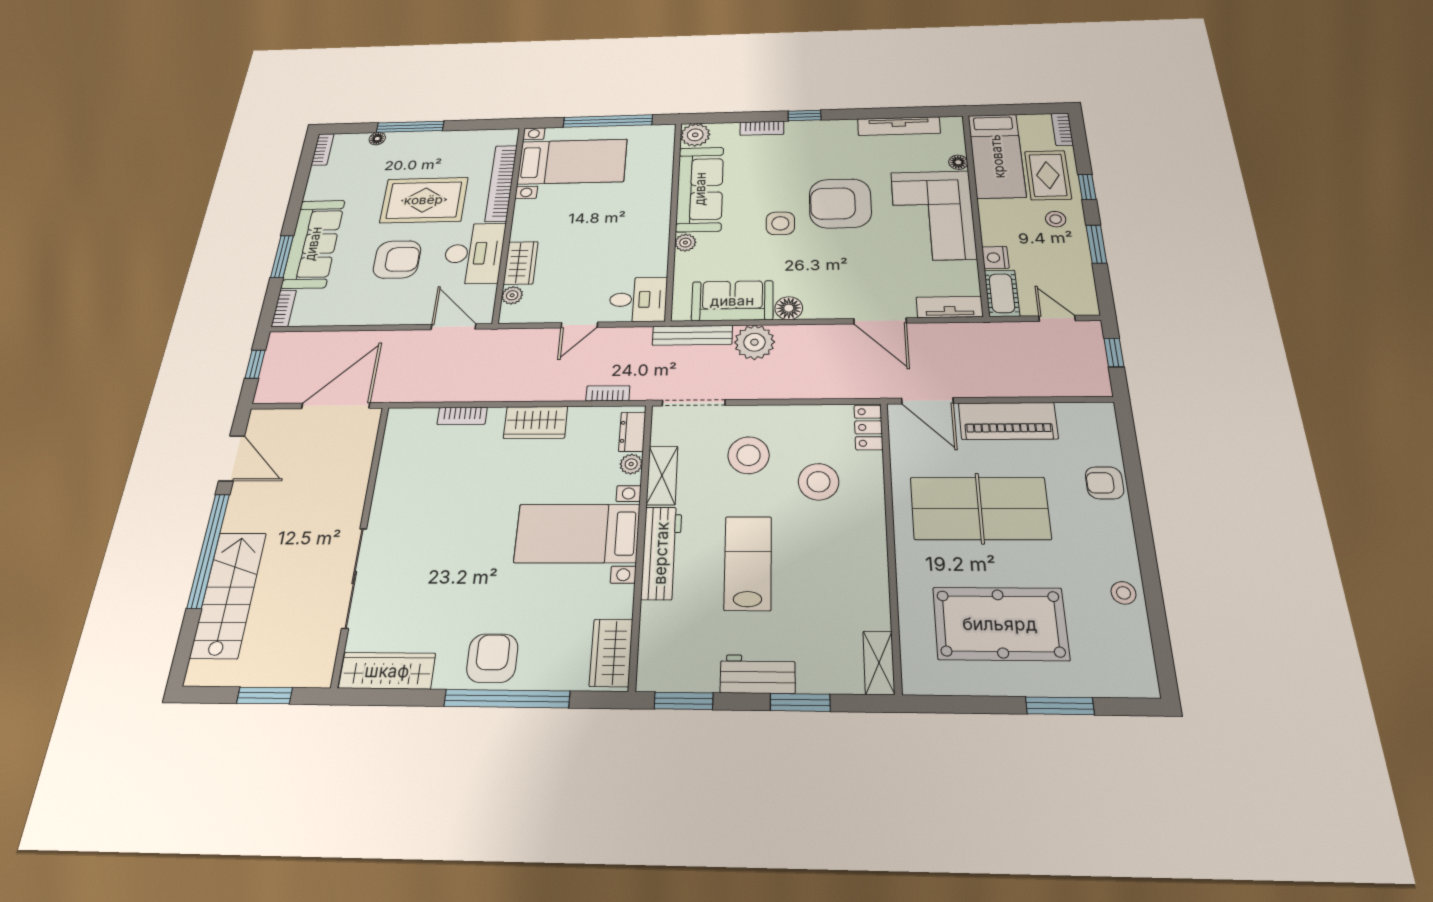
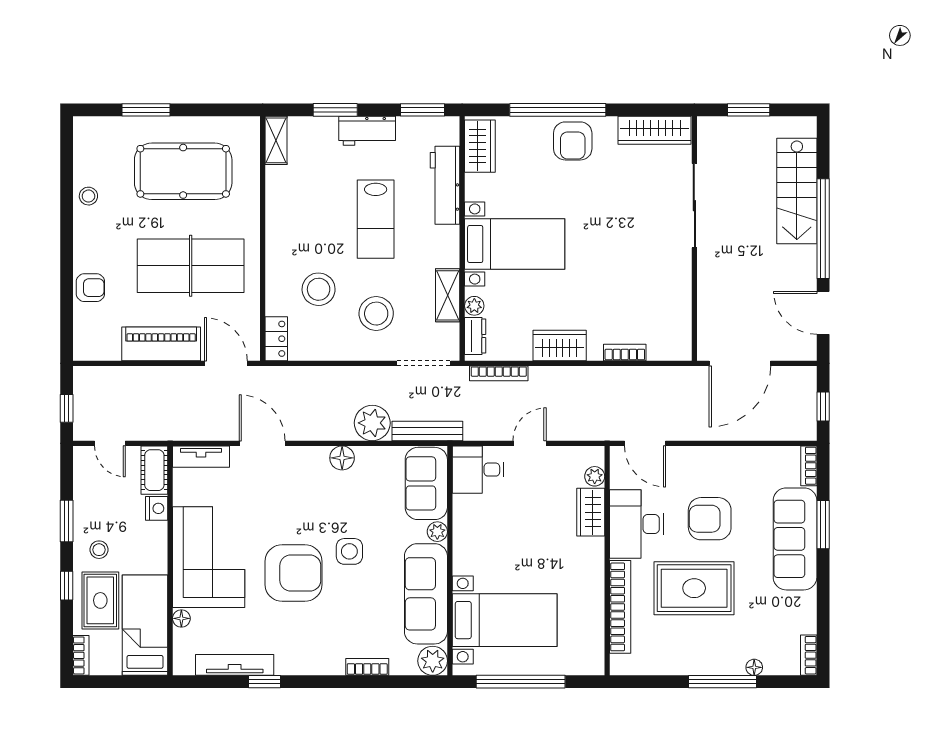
window: (805, 115) -> (264, 682), moved
bed with nightstands: (572, 162) -> (505, 620), moved, turned 180
sofa: (732, 301) -> (426, 483), moved, turned 90
bookcase: (608, 393) -> (499, 373), width x1.56
workbench: (661, 553) -> (445, 185), moved

